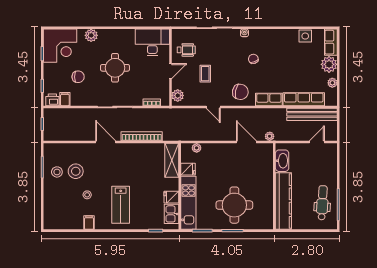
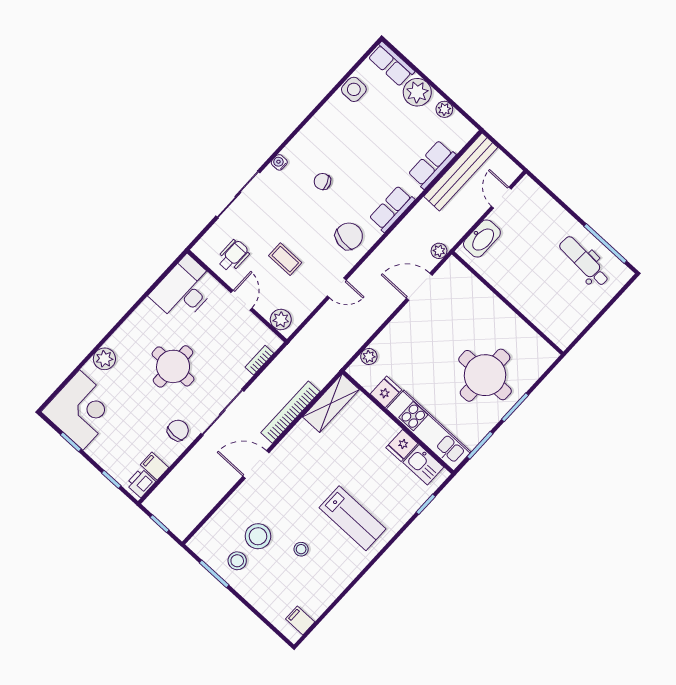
chair: (78, 77) -> (178, 430), moved
row of seats: (304, 99) -> (432, 165), width x0.68
shelving: (172, 160) -> (331, 403), moved, turned 90
washbasin: (282, 161) -> (482, 238), moved, turned 90
kitchen counter: (283, 201) -> (537, 309), removed
filing cabinet: (89, 223) -> (300, 620), moved

